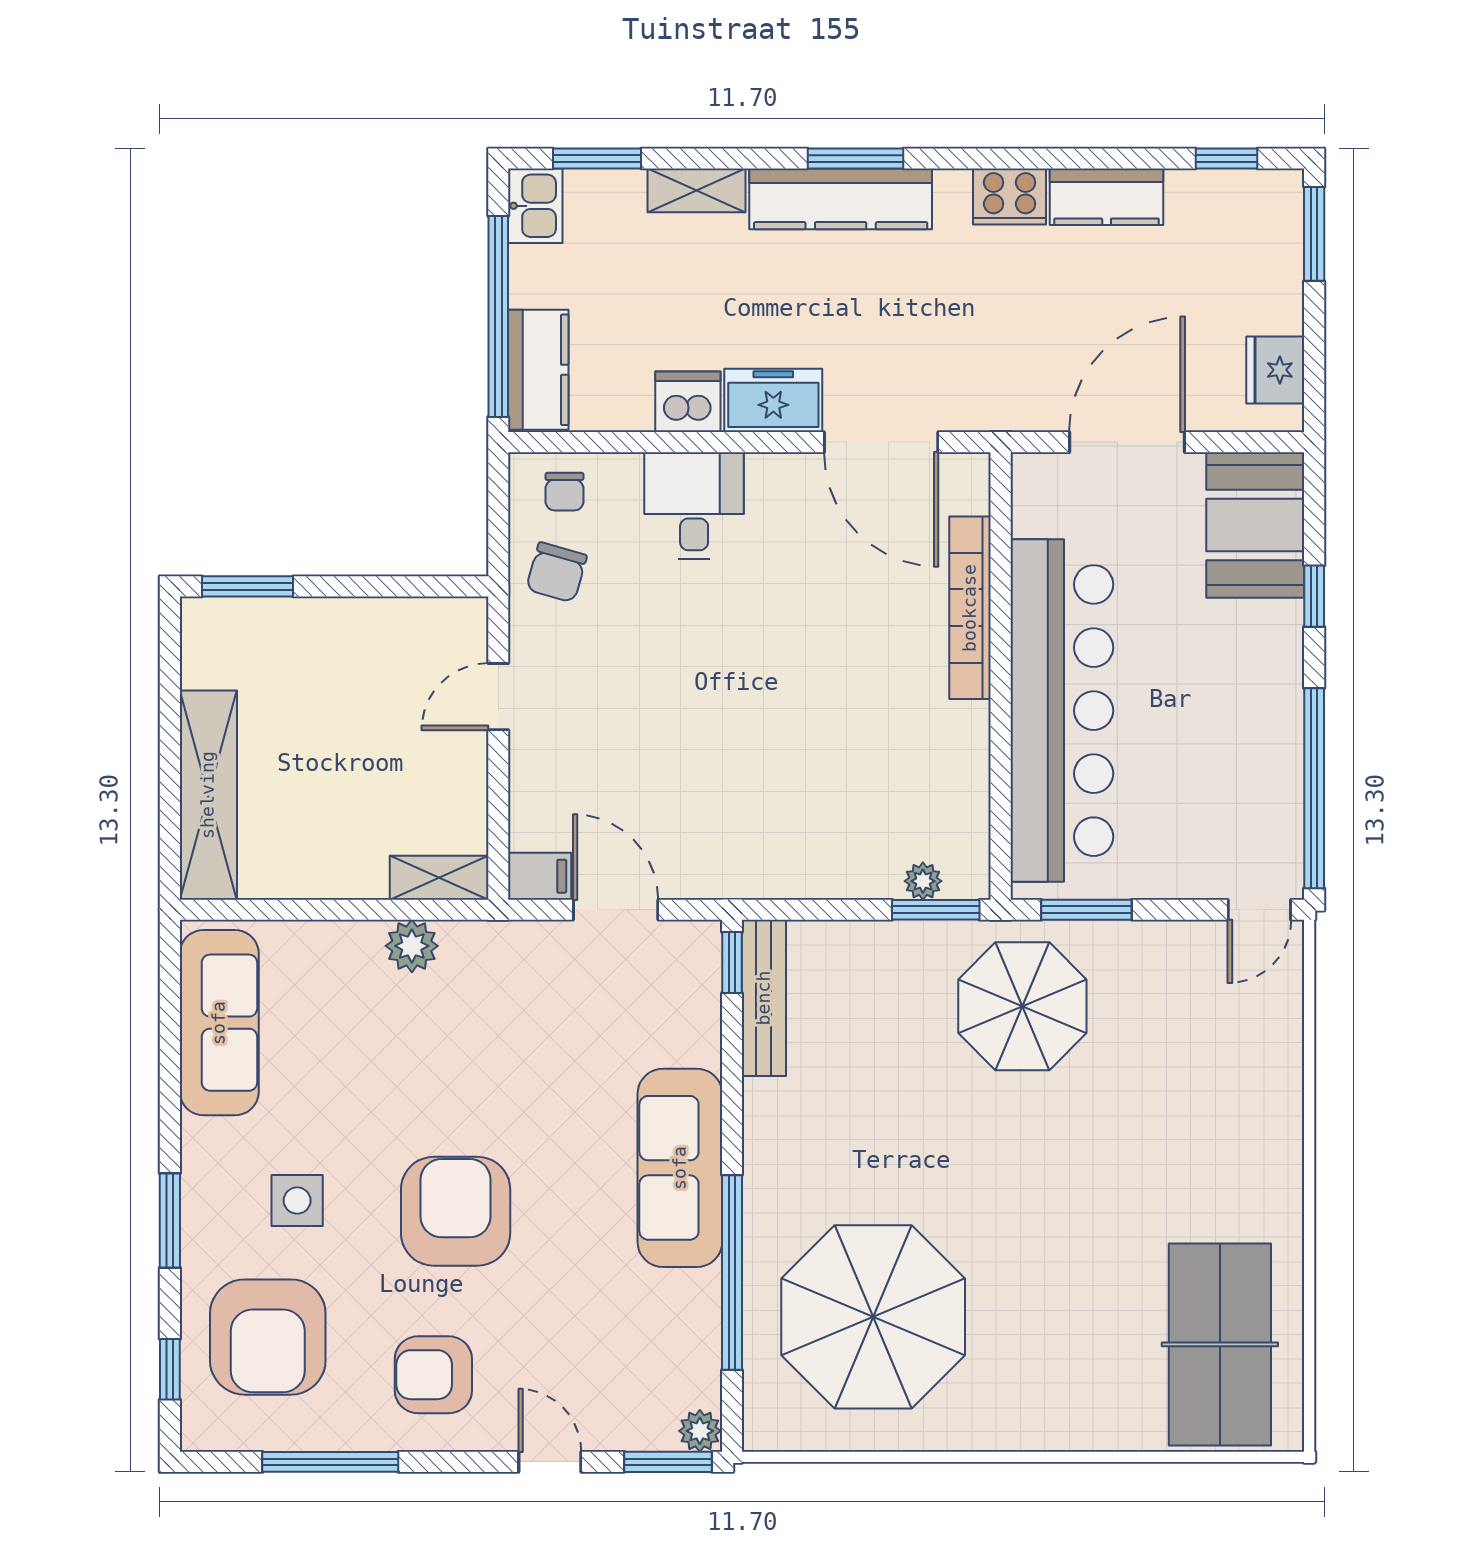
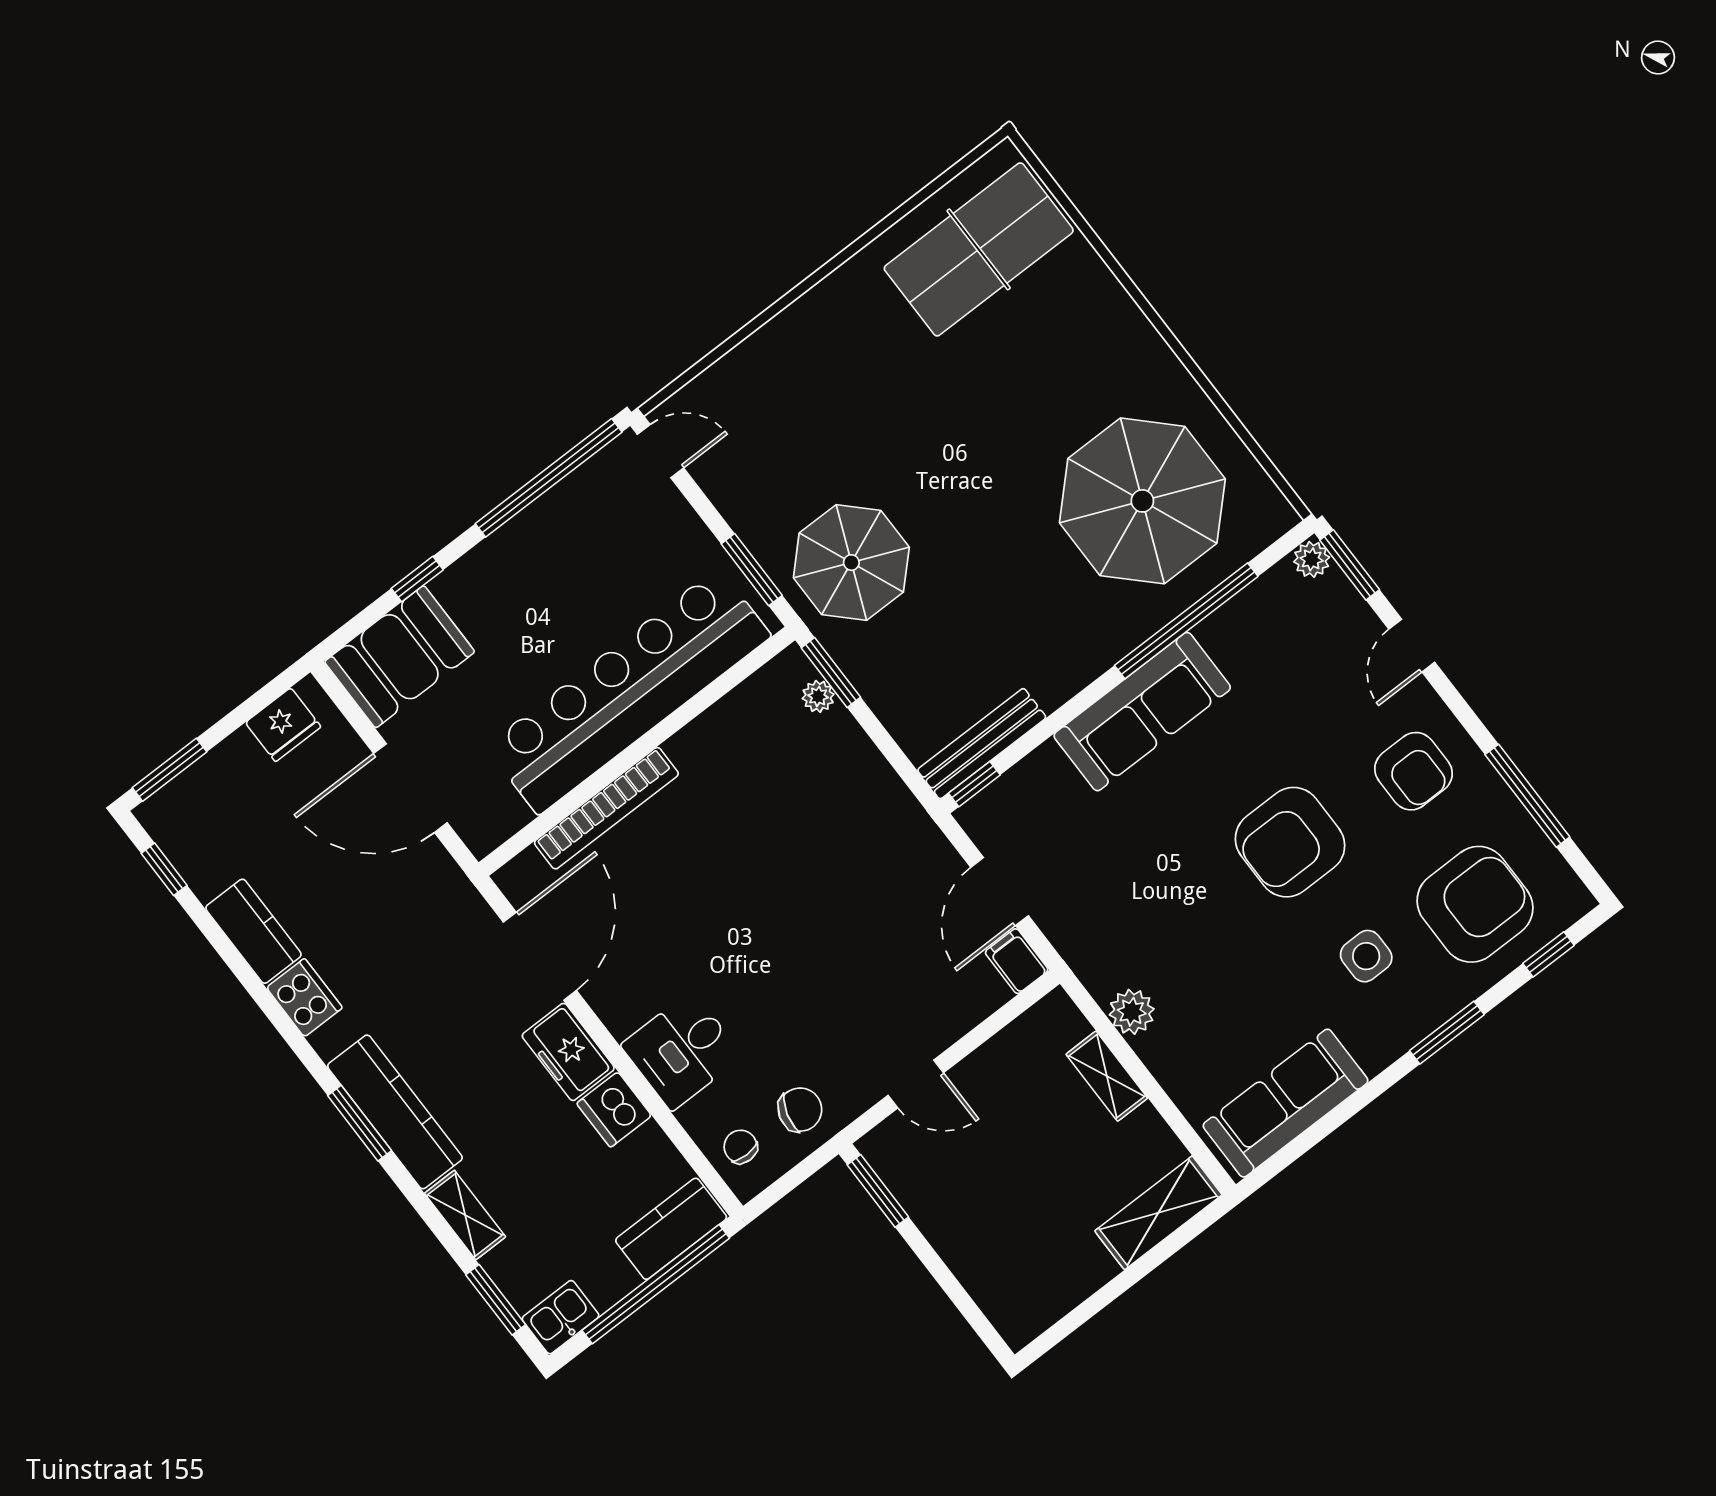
chair: (564, 492) -> (741, 1147), turned -90
window: (248, 586) -> (878, 1191), moved
shelving: (208, 795) -> (1158, 1213), width x0.68
shelving: (439, 878) -> (1107, 1076), moved

